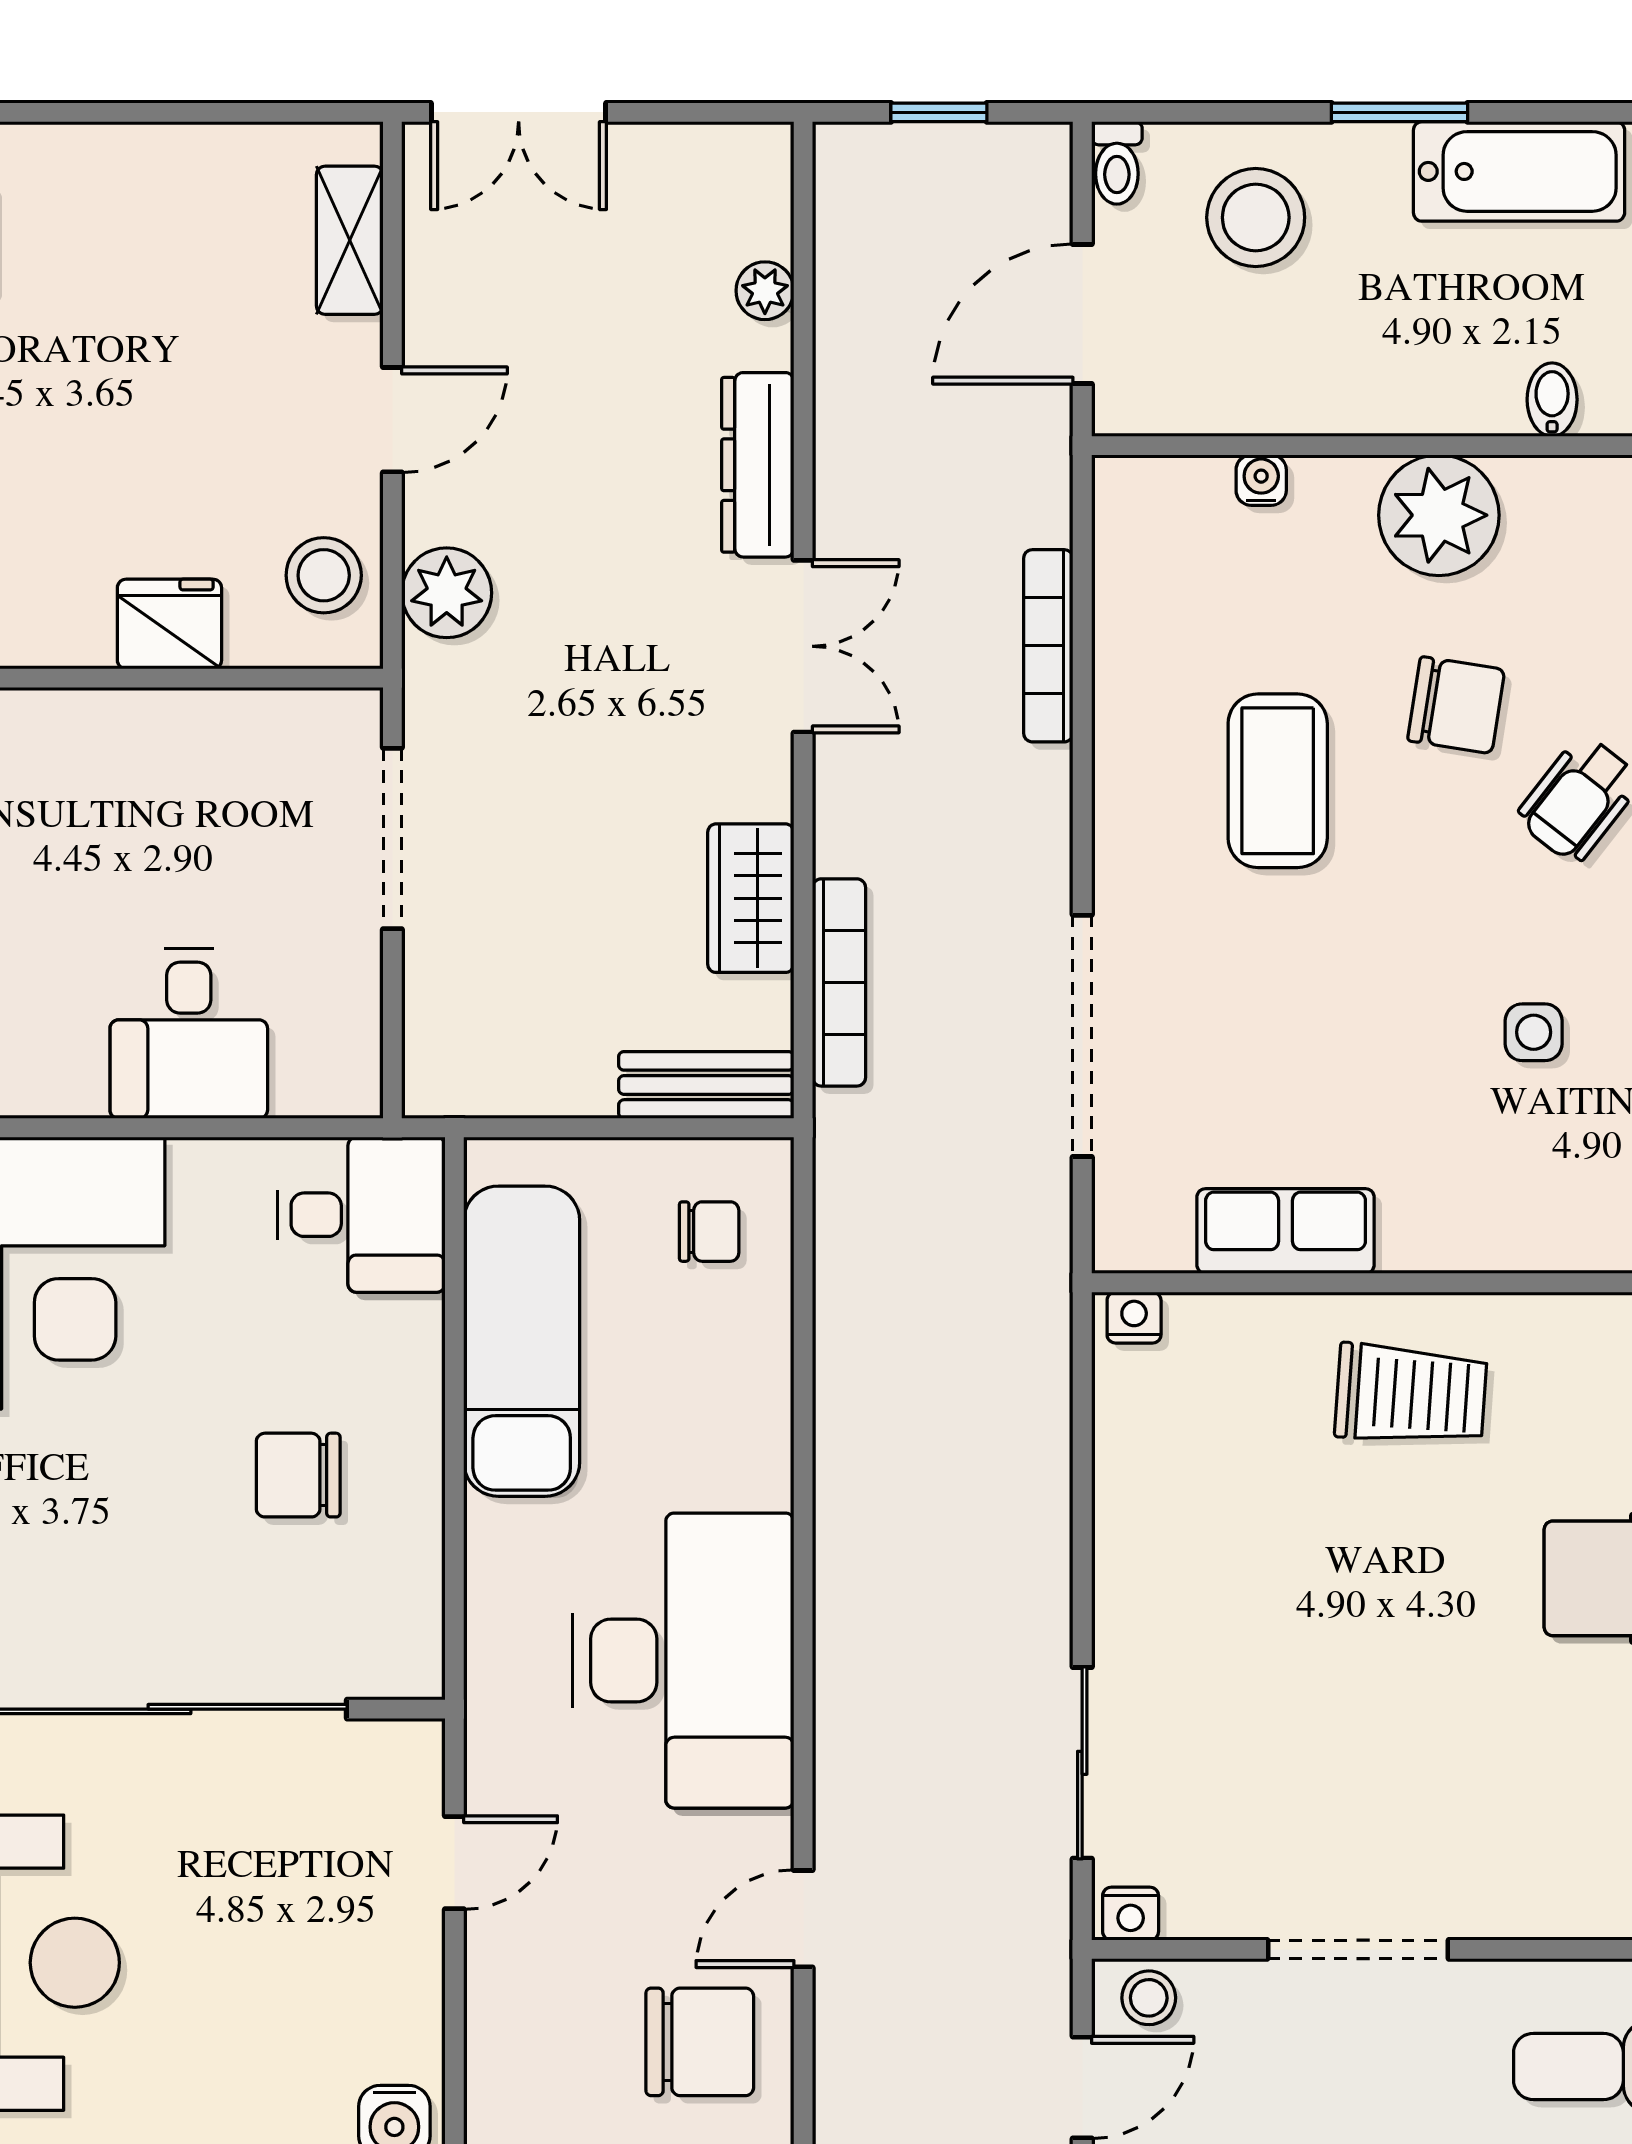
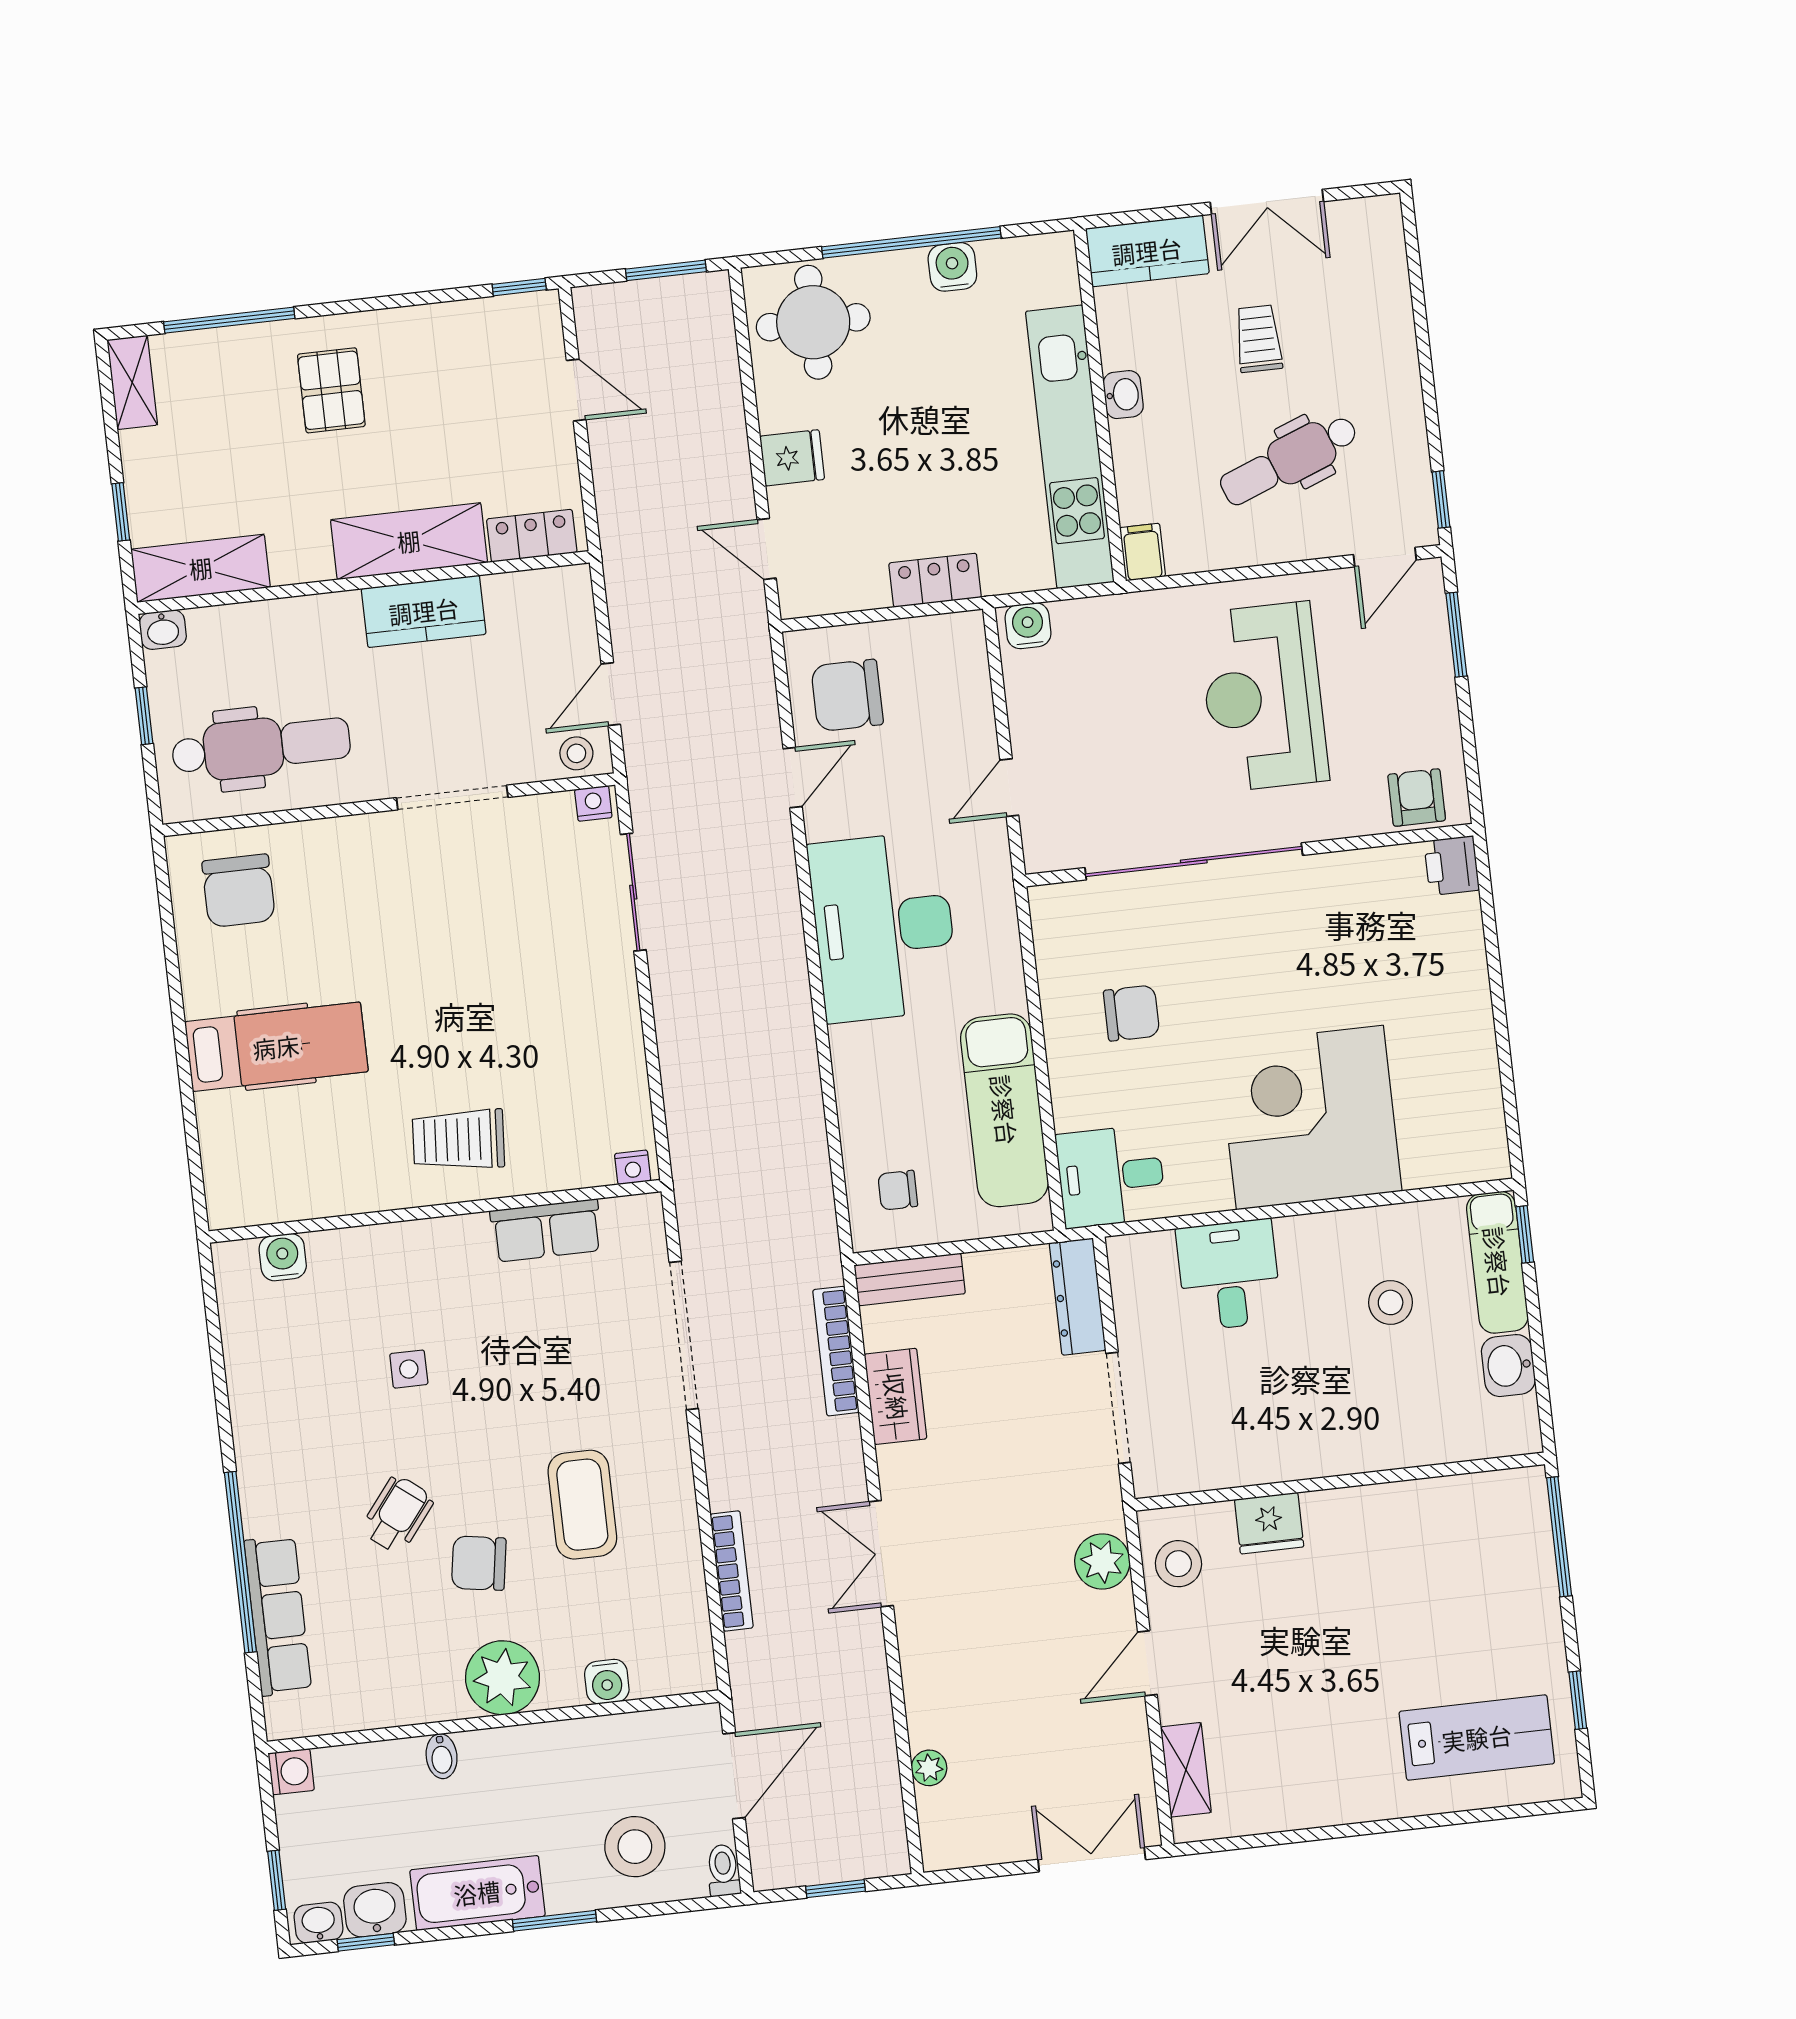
dresser: (758, 465) -> (1078, 1297), moved, turned 180
water cooler: (1261, 480) -> (607, 1682), width x1.38, depth x1.38

